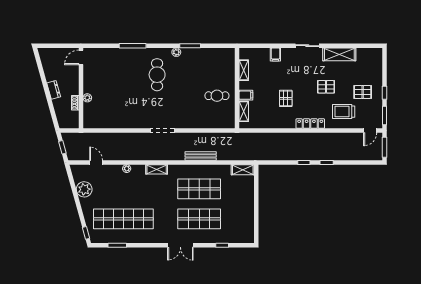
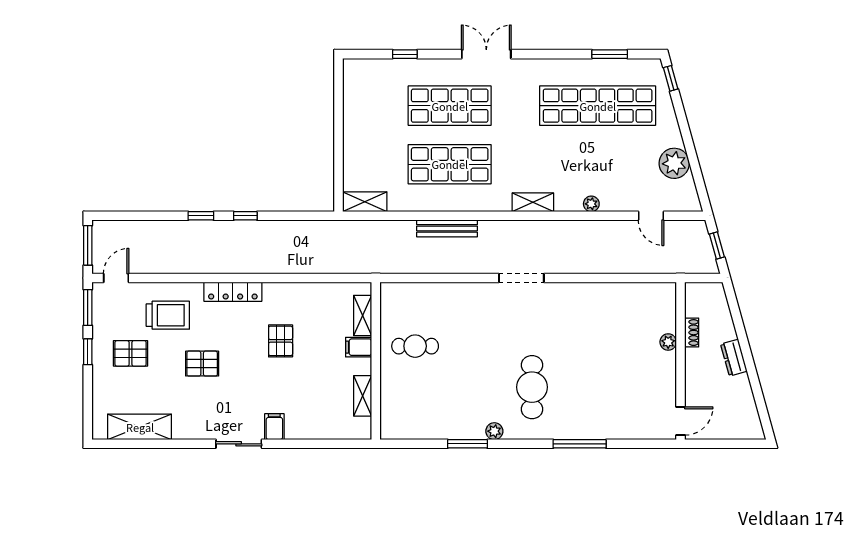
filing cabinet: (275, 54) -> (274, 427), moved
shelving: (339, 54) -> (140, 427), moved

